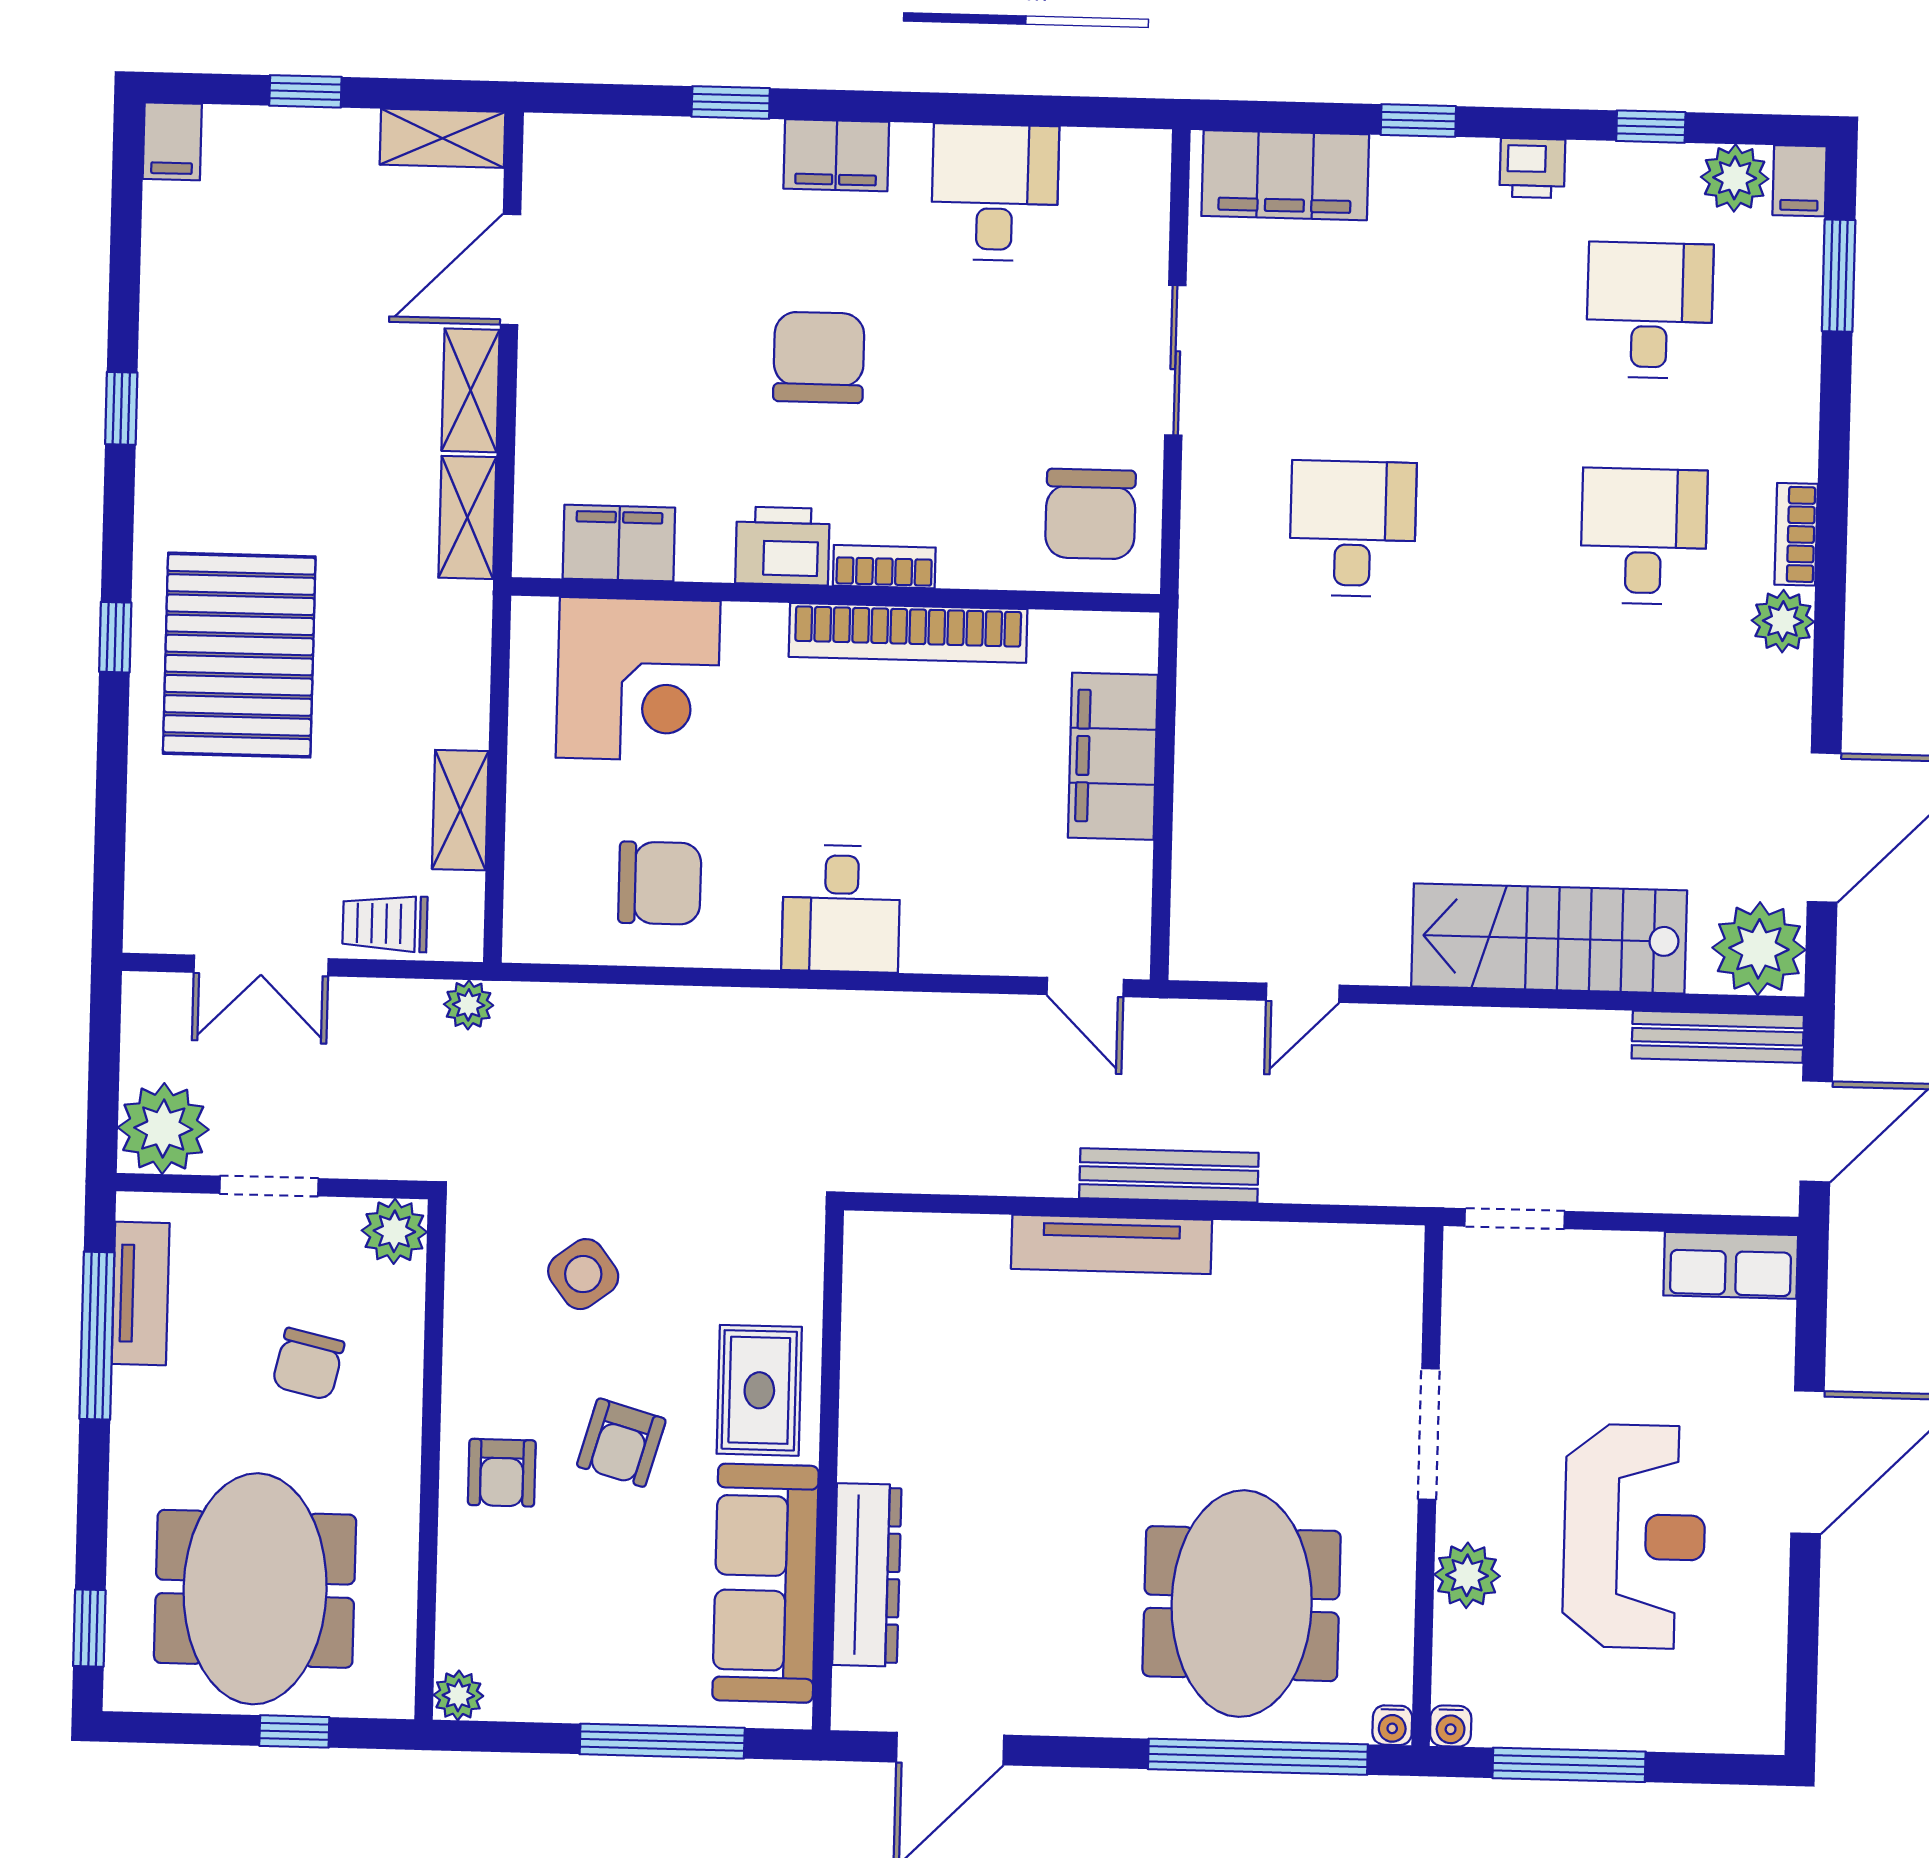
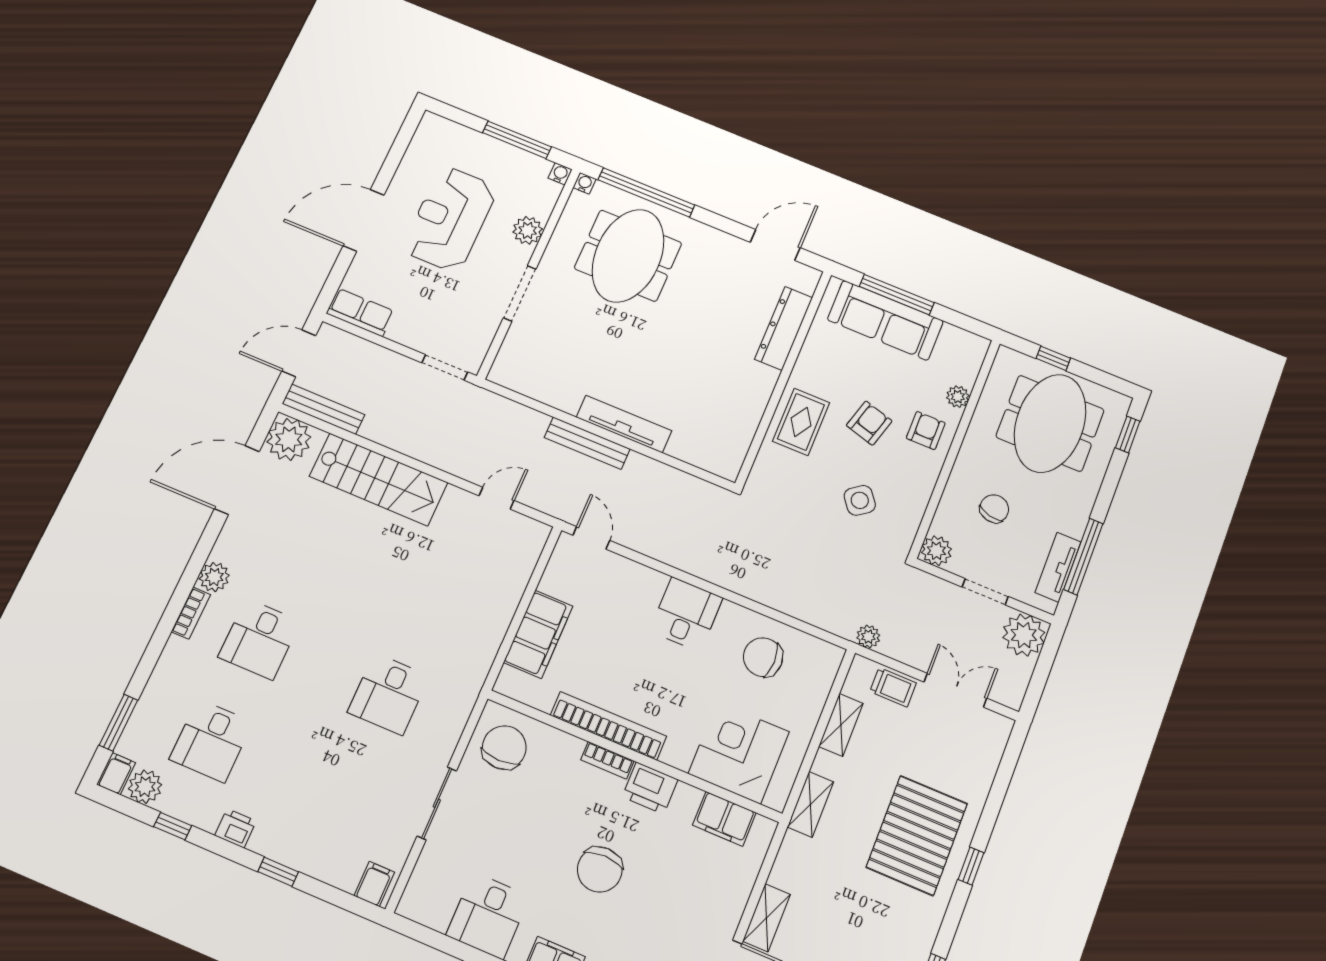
filing cabinet: (1285, 175) -> (374, 884), width x0.33, depth x0.86
shelving: (467, 517) -> (810, 804), moved
sofa: (765, 1583) -> (885, 320), moved, turned 90
plant: (458, 1695) -> (958, 397), moved

